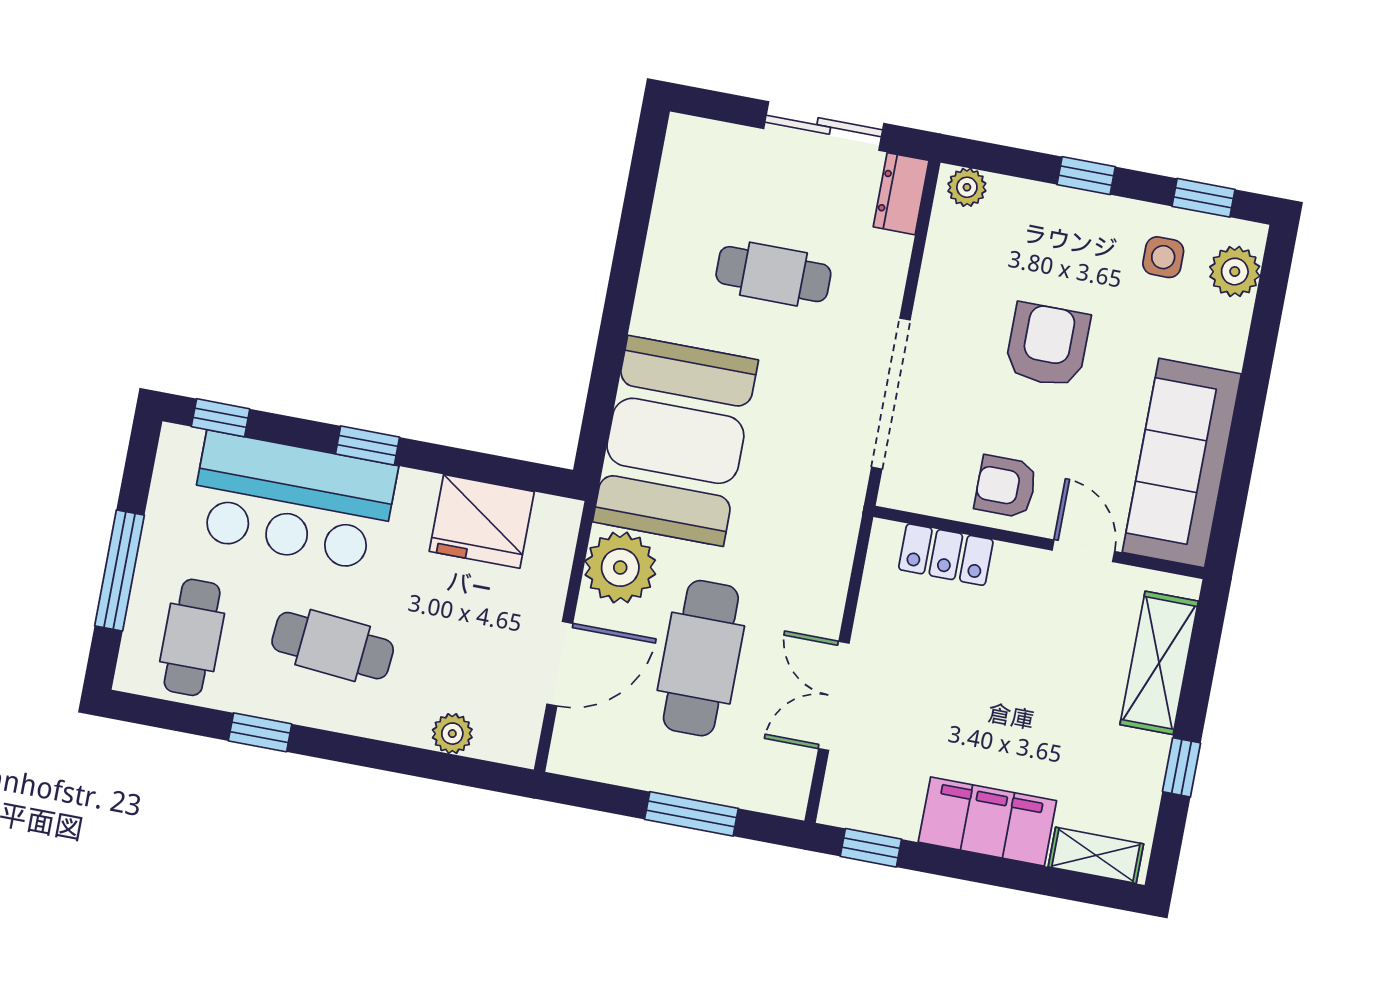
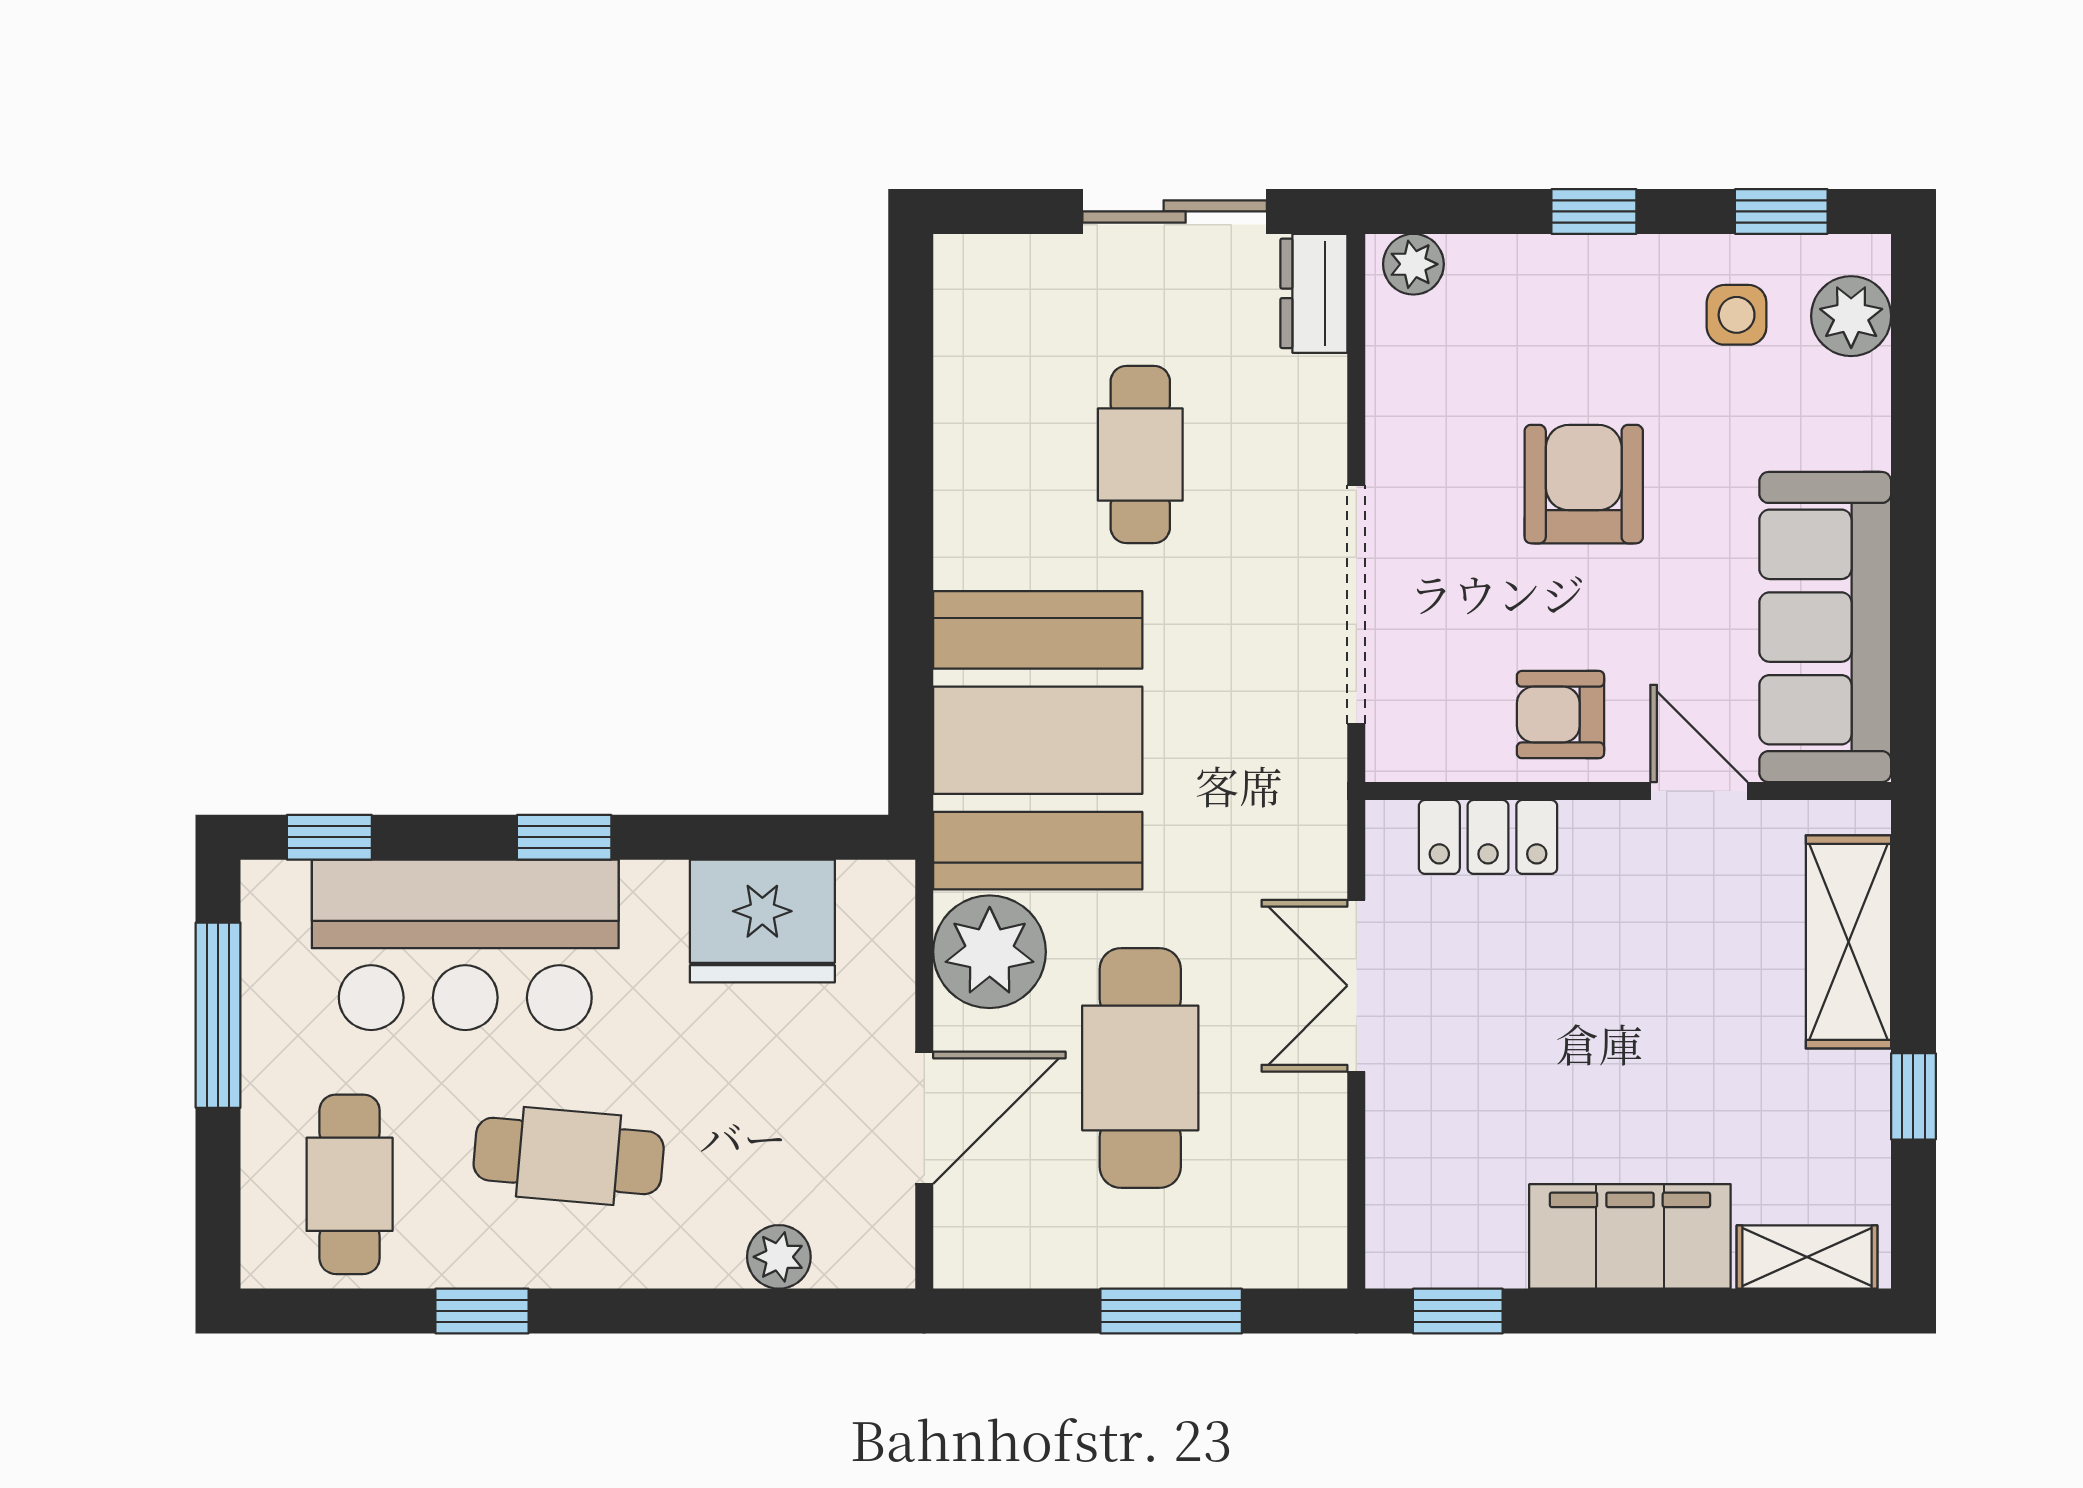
cafe table: (773, 274) -> (1140, 455), turned 90
window: (120, 570) -> (218, 1015), moved
double door: (834, 696) -> (1356, 986), moved

